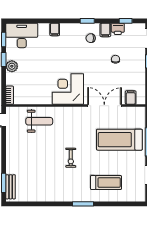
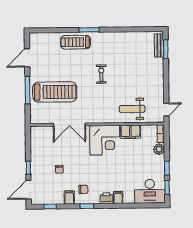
printer: (118, 29) -> (106, 198), moved
plant: (12, 66) -> (159, 149), moved
filing cabinet: (131, 98) -> (130, 132), moved, width x2.00
treadmill: (106, 182) -> (76, 42), moved

